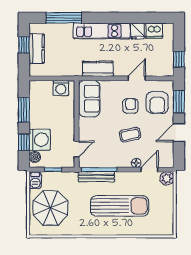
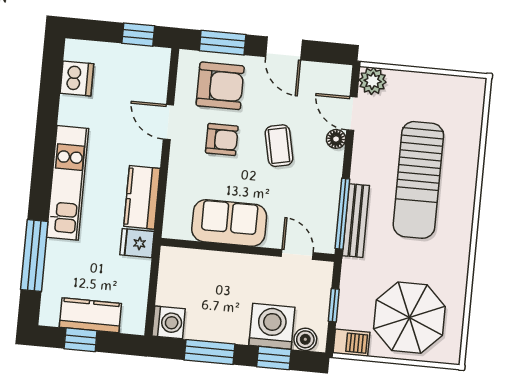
fridge: (138, 31) -> (137, 243), moved, turned 180
washing machine: (61, 88) -> (169, 322), moved
sofa: (89, 99) -> (229, 223), moved
armchair: (130, 106) -> (222, 140), turned 180
sun lounger: (120, 206) -> (418, 180), turned 180

